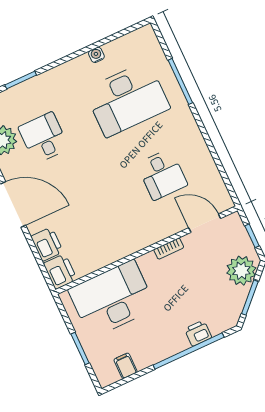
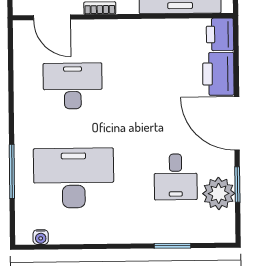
water cooler: (96, 55) -> (41, 237), moved
desk: (162, 174) -> (73, 86), width x1.37
printer: (47, 244) -> (218, 74), width x1.37, depth x1.19

